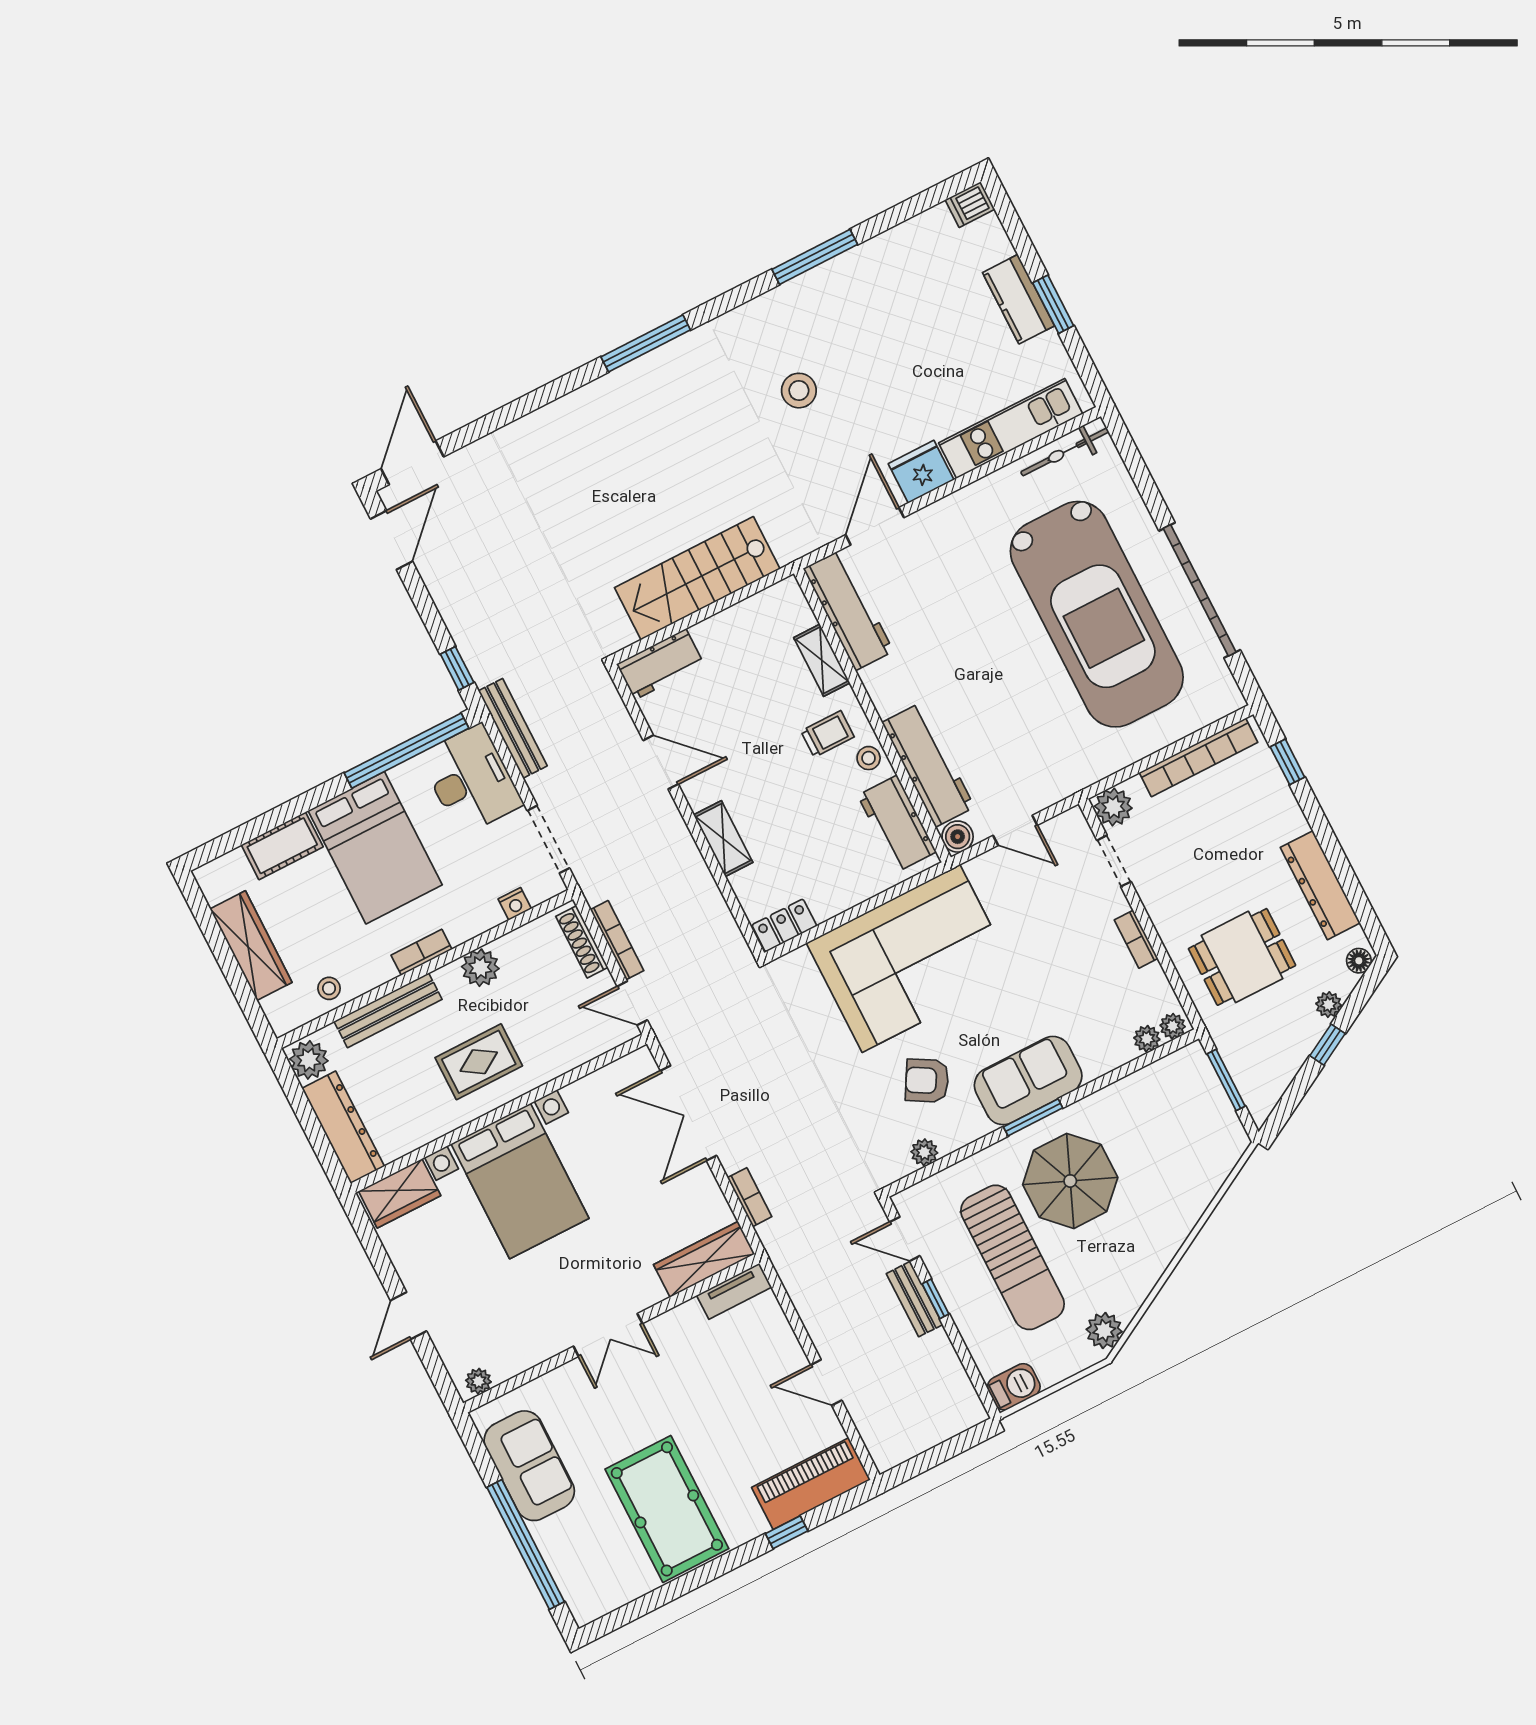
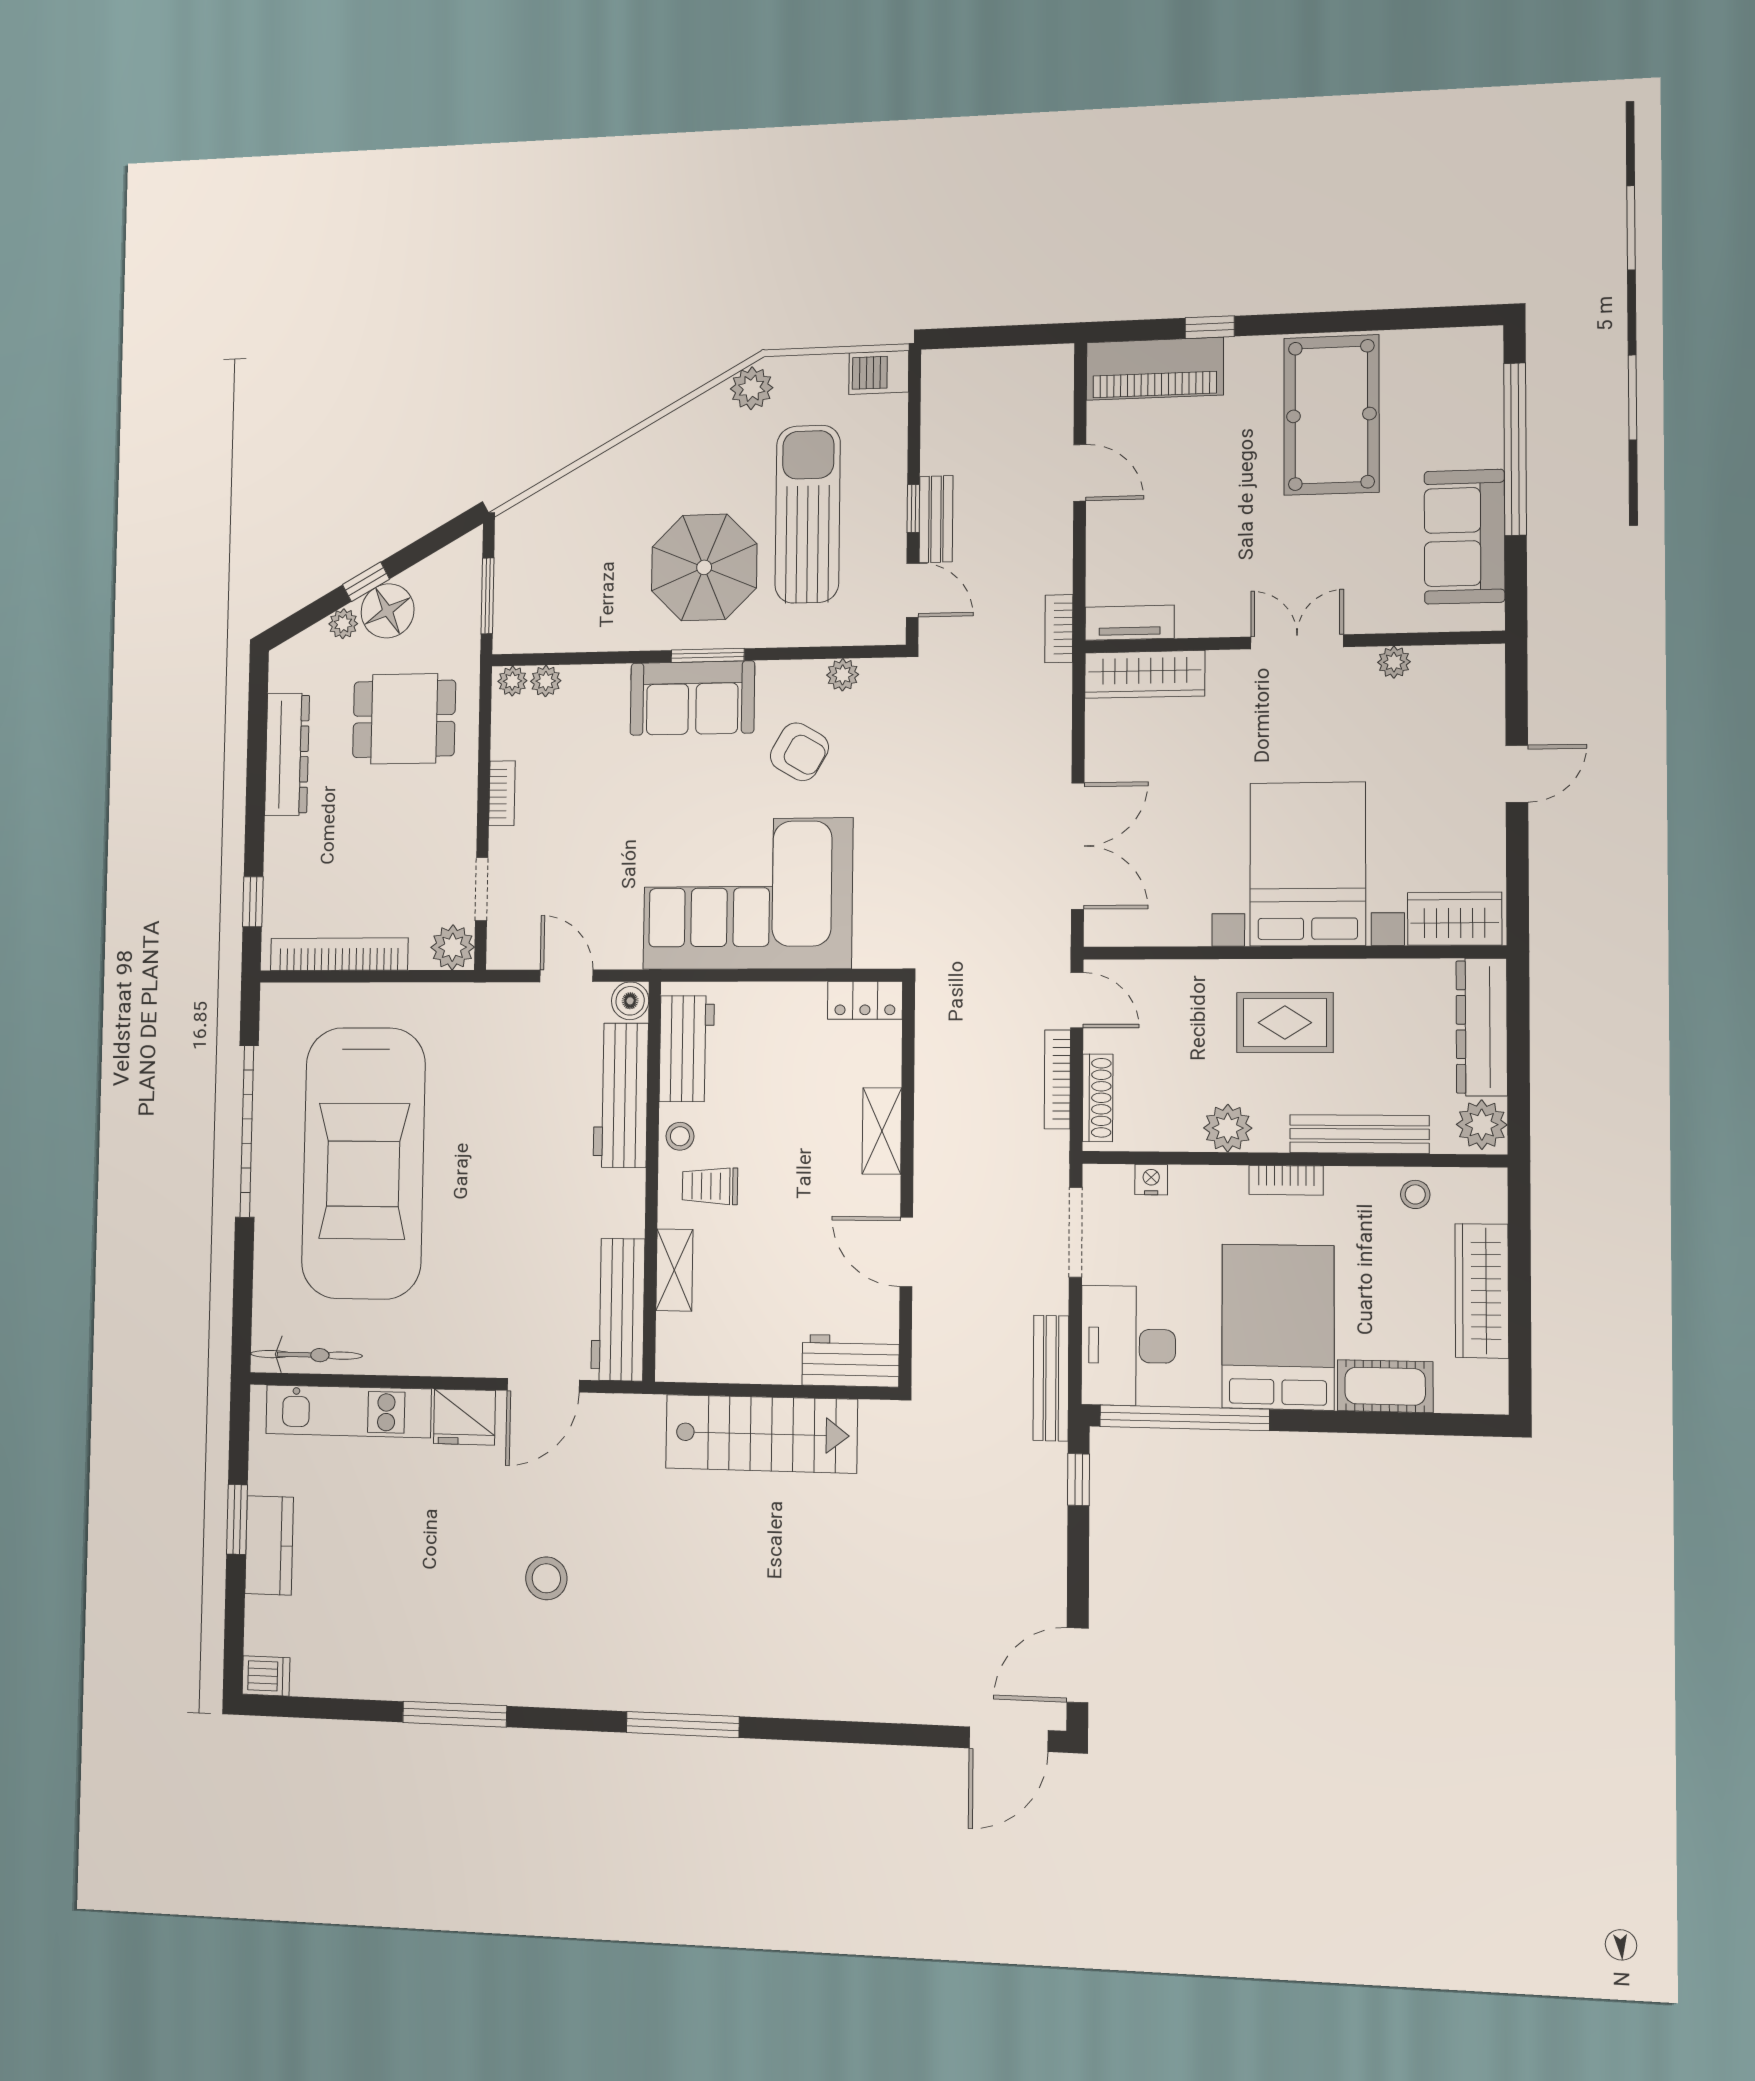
car: (1097, 614) -> (363, 1163), turned 180
floor lamp: (1359, 961) -> (388, 611), moved, width x1.89, depth x1.89
bookcase: (750, 1197) -> (1059, 629), moved
plant: (478, 1381) -> (1394, 662), moved

